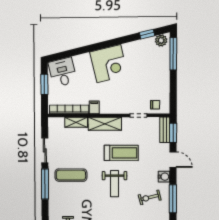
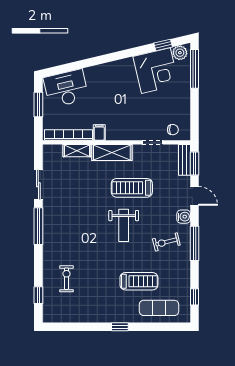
corner desk: (109, 64) -> (156, 71), moved
desk: (63, 72) -> (66, 88), width x1.37
treadmill: (121, 153) -> (132, 188), turned 180
exercise mat: (71, 175) -> (70, 215), removed

